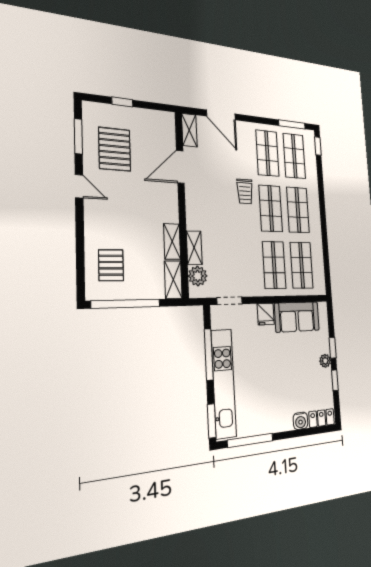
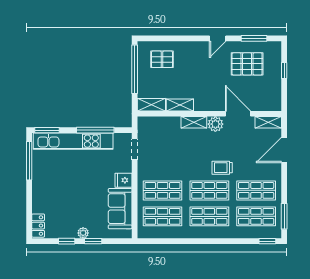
shelving: (194, 248) -> (194, 122), moved
plant: (198, 276) -> (215, 124), moved
water cooler: (300, 421) -> (38, 206), removed

